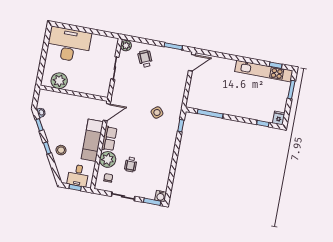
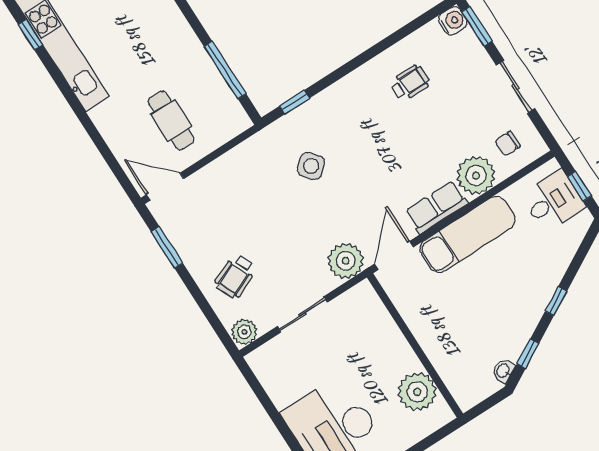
cafe table: (210, 83) -> (171, 120), added
plant: (119, 96) -> (346, 261), added
door: (107, 112) -> (394, 256), hinge flipped
stool: (61, 150) -> (537, 273), removed
wheelchair: (131, 164) -> (410, 83), moved

